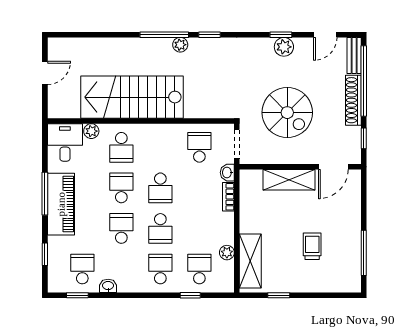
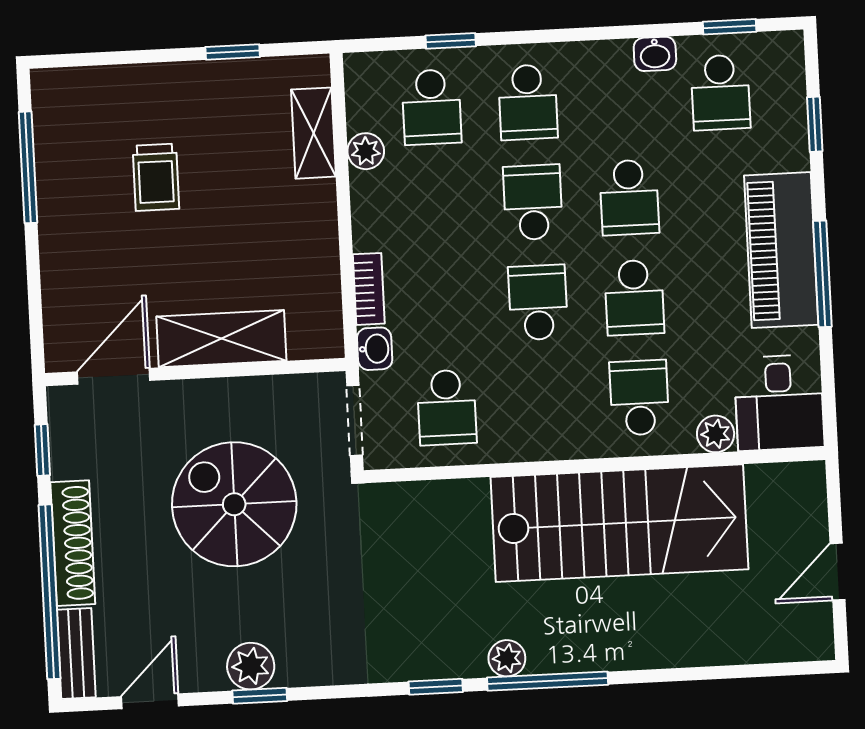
shelving: (250, 261) -> (313, 133), width x0.67, depth x0.75

